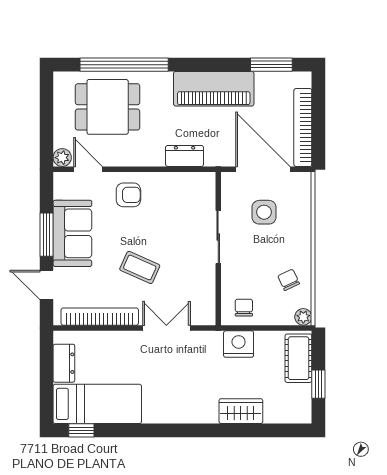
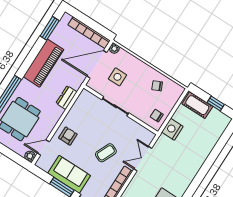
plant: (303, 317) -> (114, 49), moved
wardrobe: (241, 411) -> (205, 149), removed

